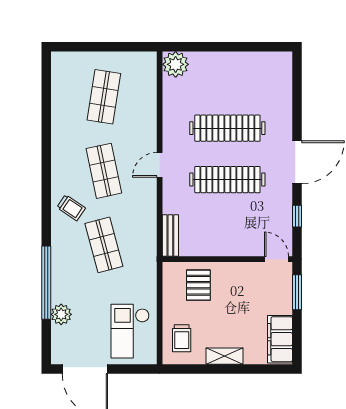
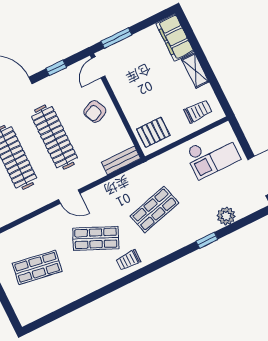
shop shelf: (104, 171) -> (96, 238), turned 36
trolley: (71, 208) -> (128, 260), moved, turned -124
armchair: (233, 234) -> (95, 111), added
window: (46, 283) -> (207, 240), width x0.32
pallet: (198, 285) -> (153, 132), moved
filing cabinet: (280, 339) -> (175, 37), moved, turned 90

